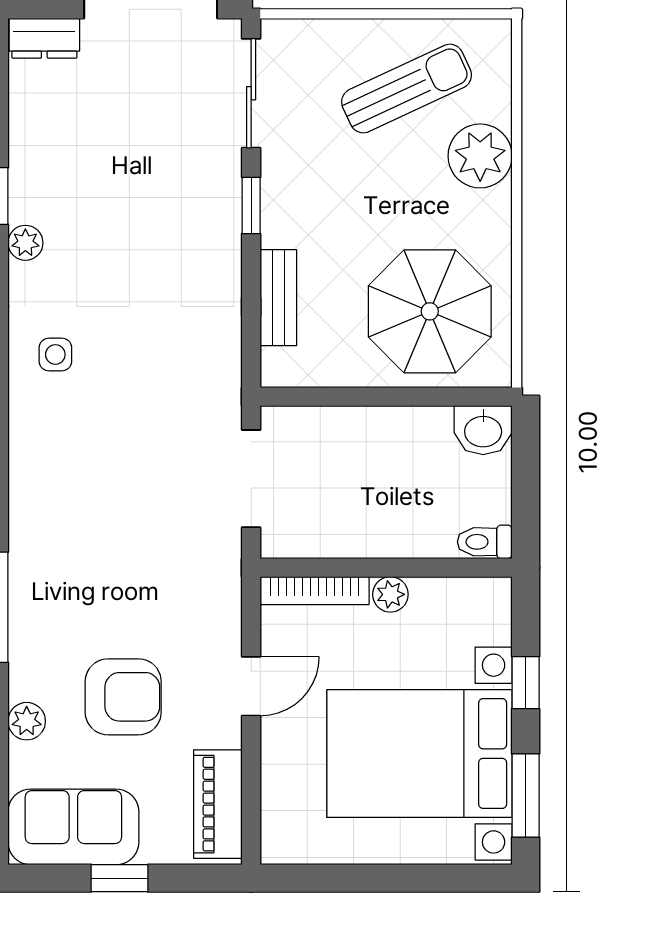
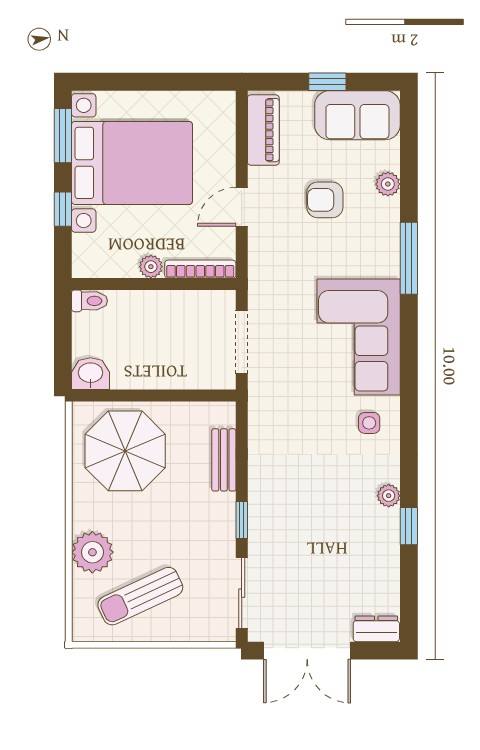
corner sofa: (72, 486) -> (359, 337), added
armchair: (123, 697) -> (325, 200), width x0.72, depth x0.72

